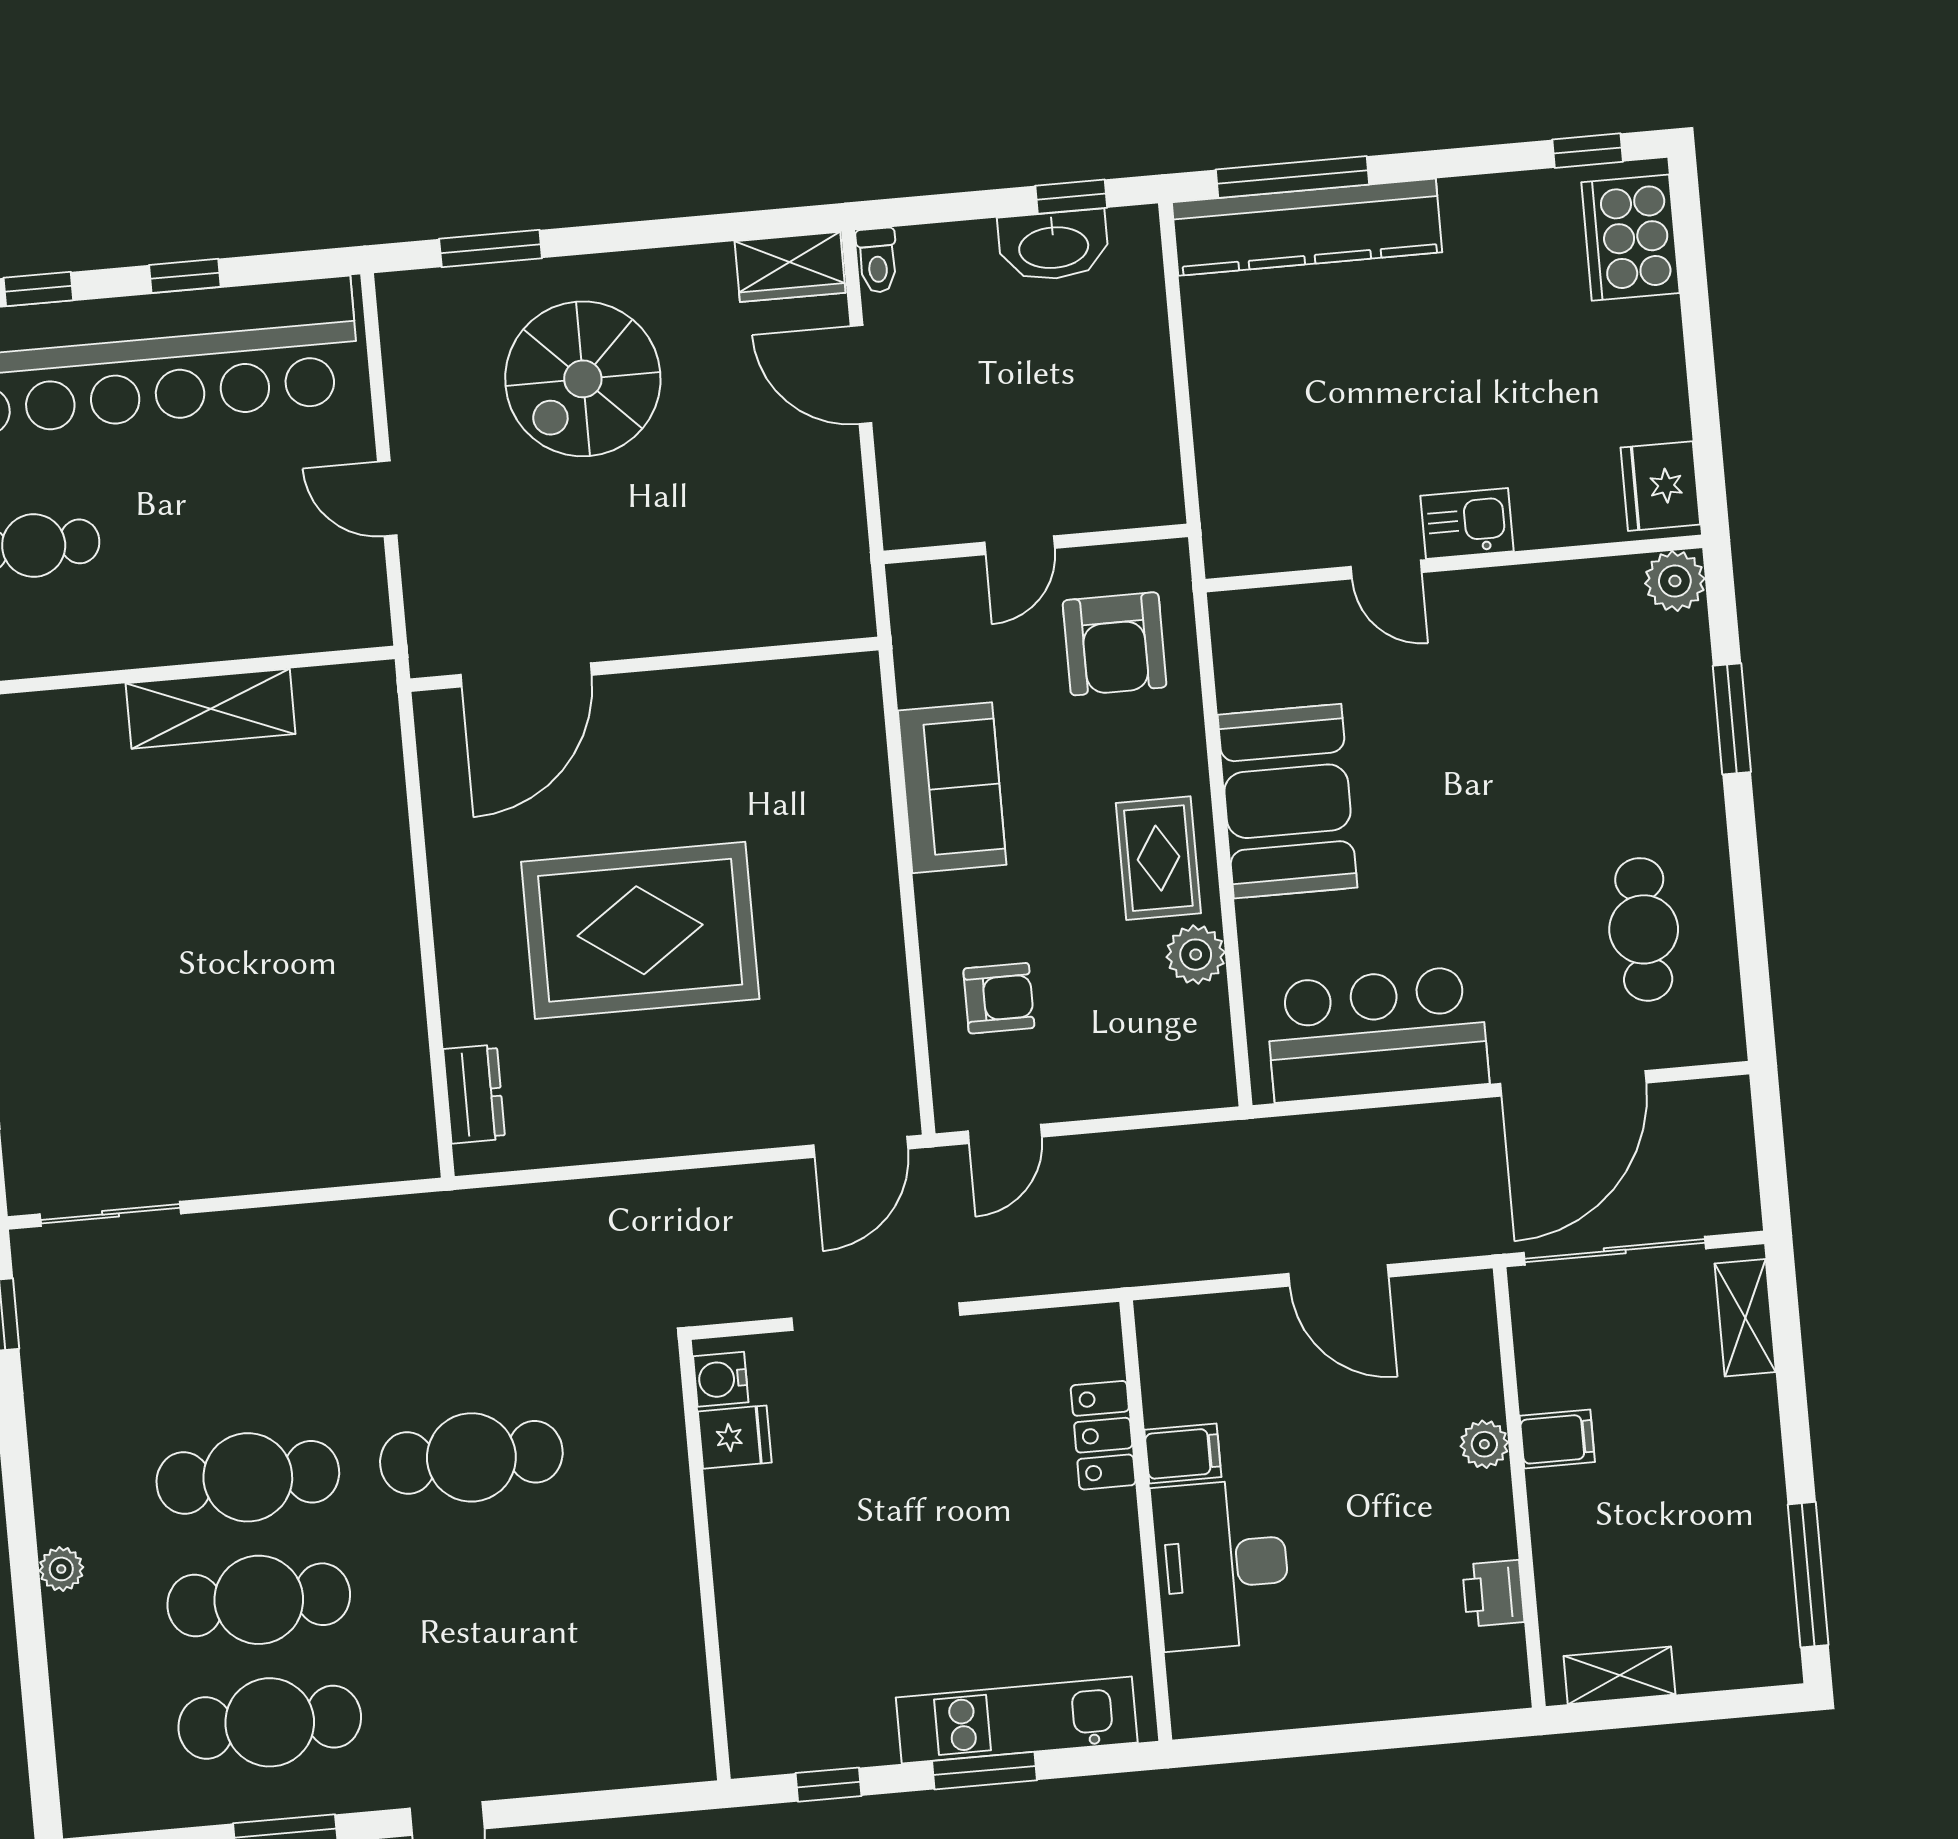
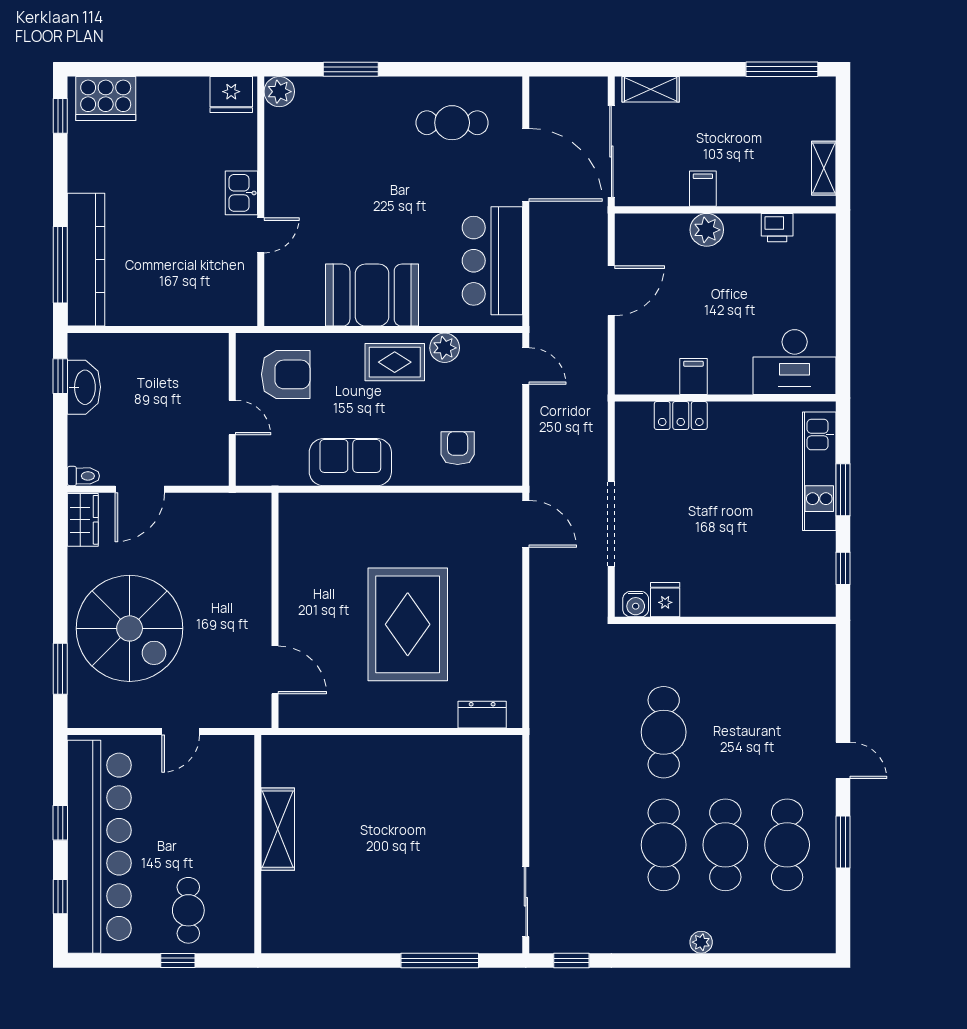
spiral stairs: (583, 379) -> (130, 628), width x1.37, depth x1.37
door: (526, 675) -> (275, 670), width x0.73
door: (1005, 1134) -> (526, 366), moved
plant: (1484, 1444) -> (707, 230), width x1.38, depth x1.38
desk: (1222, 1565) -> (795, 362), moved

